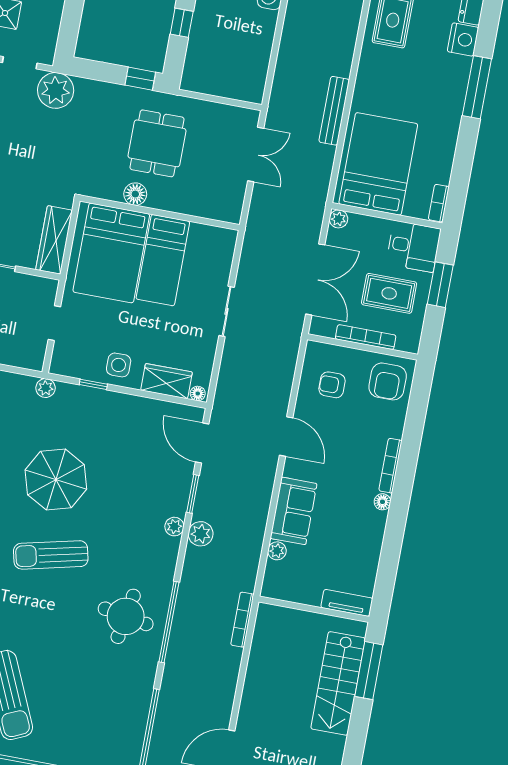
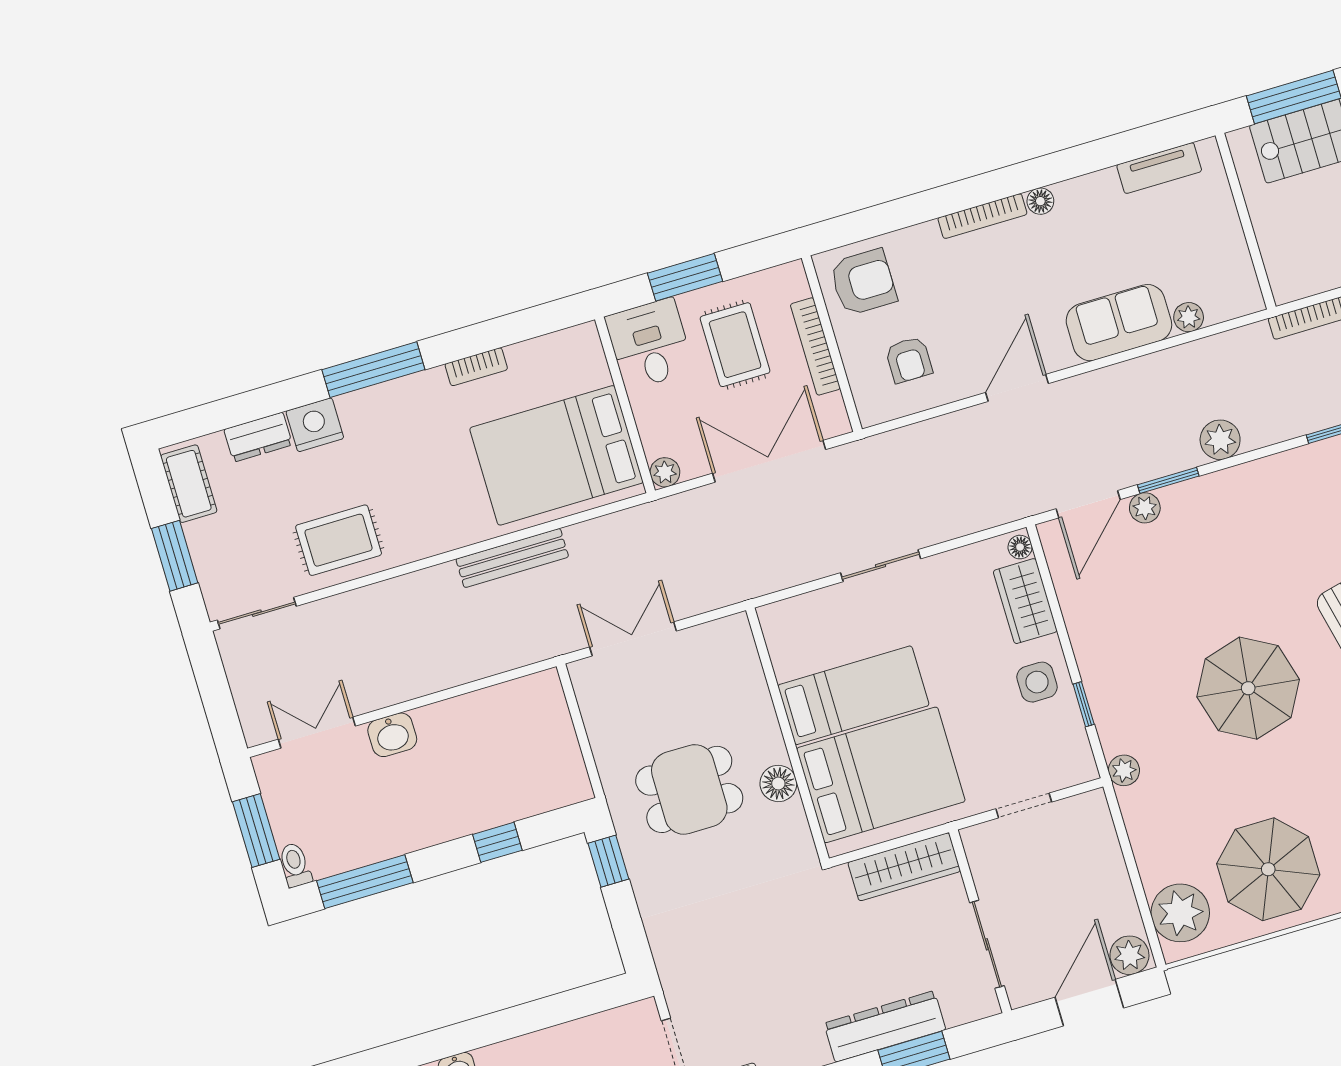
plant: (56, 90) -> (688, 974), removed
bookcase: (439, 203) -> (476, 367), moved
plant: (174, 527) -> (1145, 508), moved
tv unit: (347, 603) -> (1159, 168), moved, turned -90

